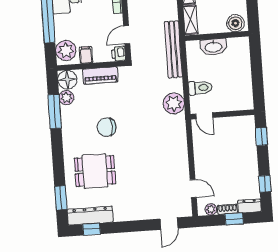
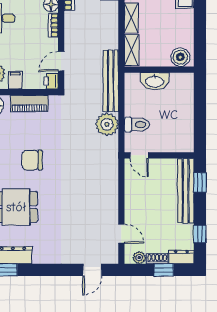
plant: (174, 103) -> (107, 124), moved
bench: (249, 145) -> (186, 191), added

